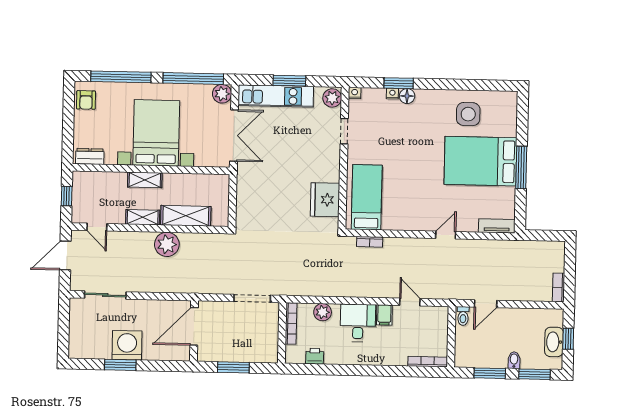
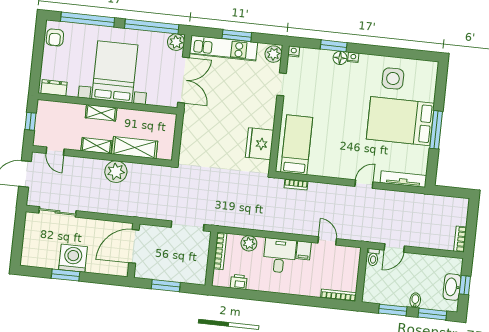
nightstand: (392, 94) -> (353, 57), moved
tv unit: (497, 226) -> (403, 179), width x1.41

